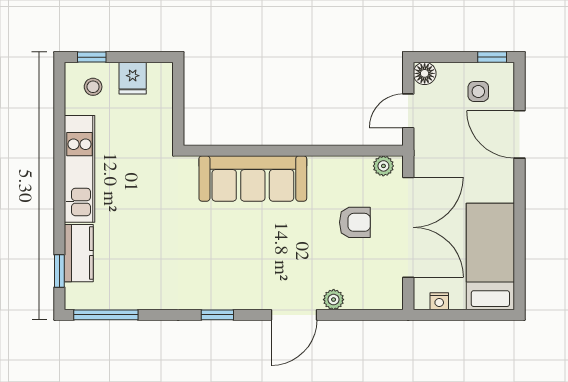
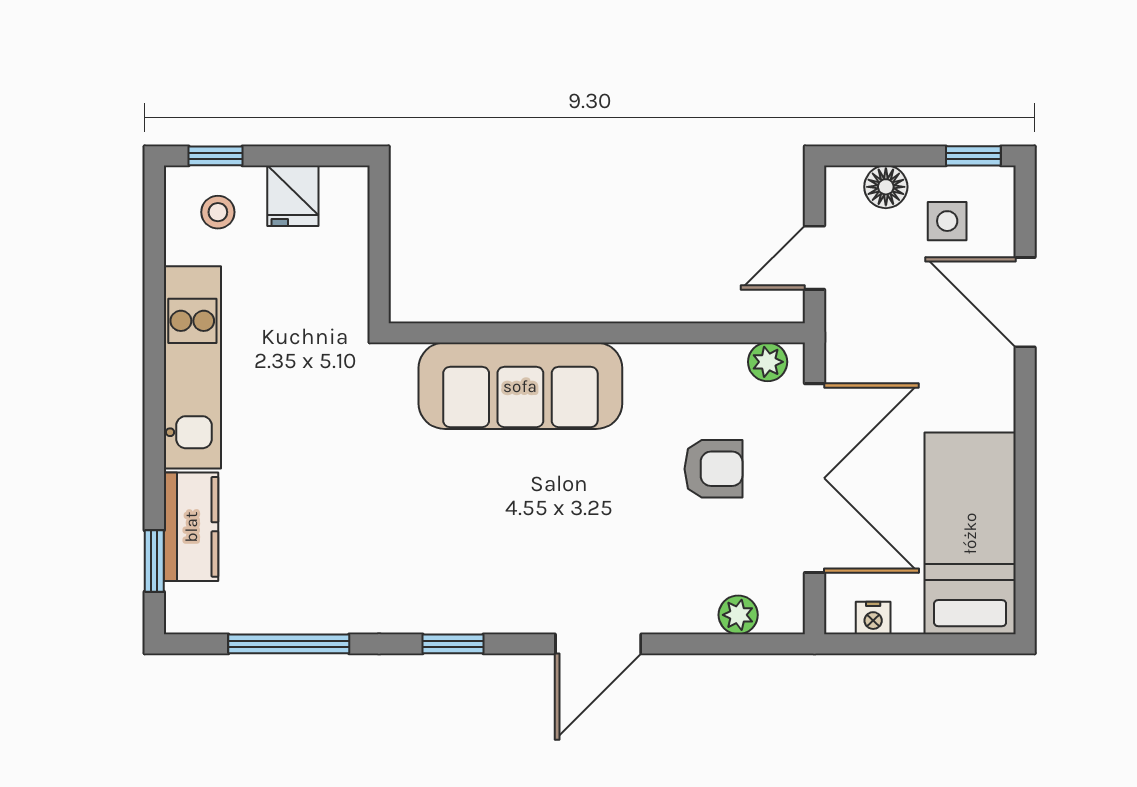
floor lamp: (425, 73) -> (886, 187), moved
plant: (334, 300) -> (738, 615), moved
window: (106, 315) -> (289, 644), moved

